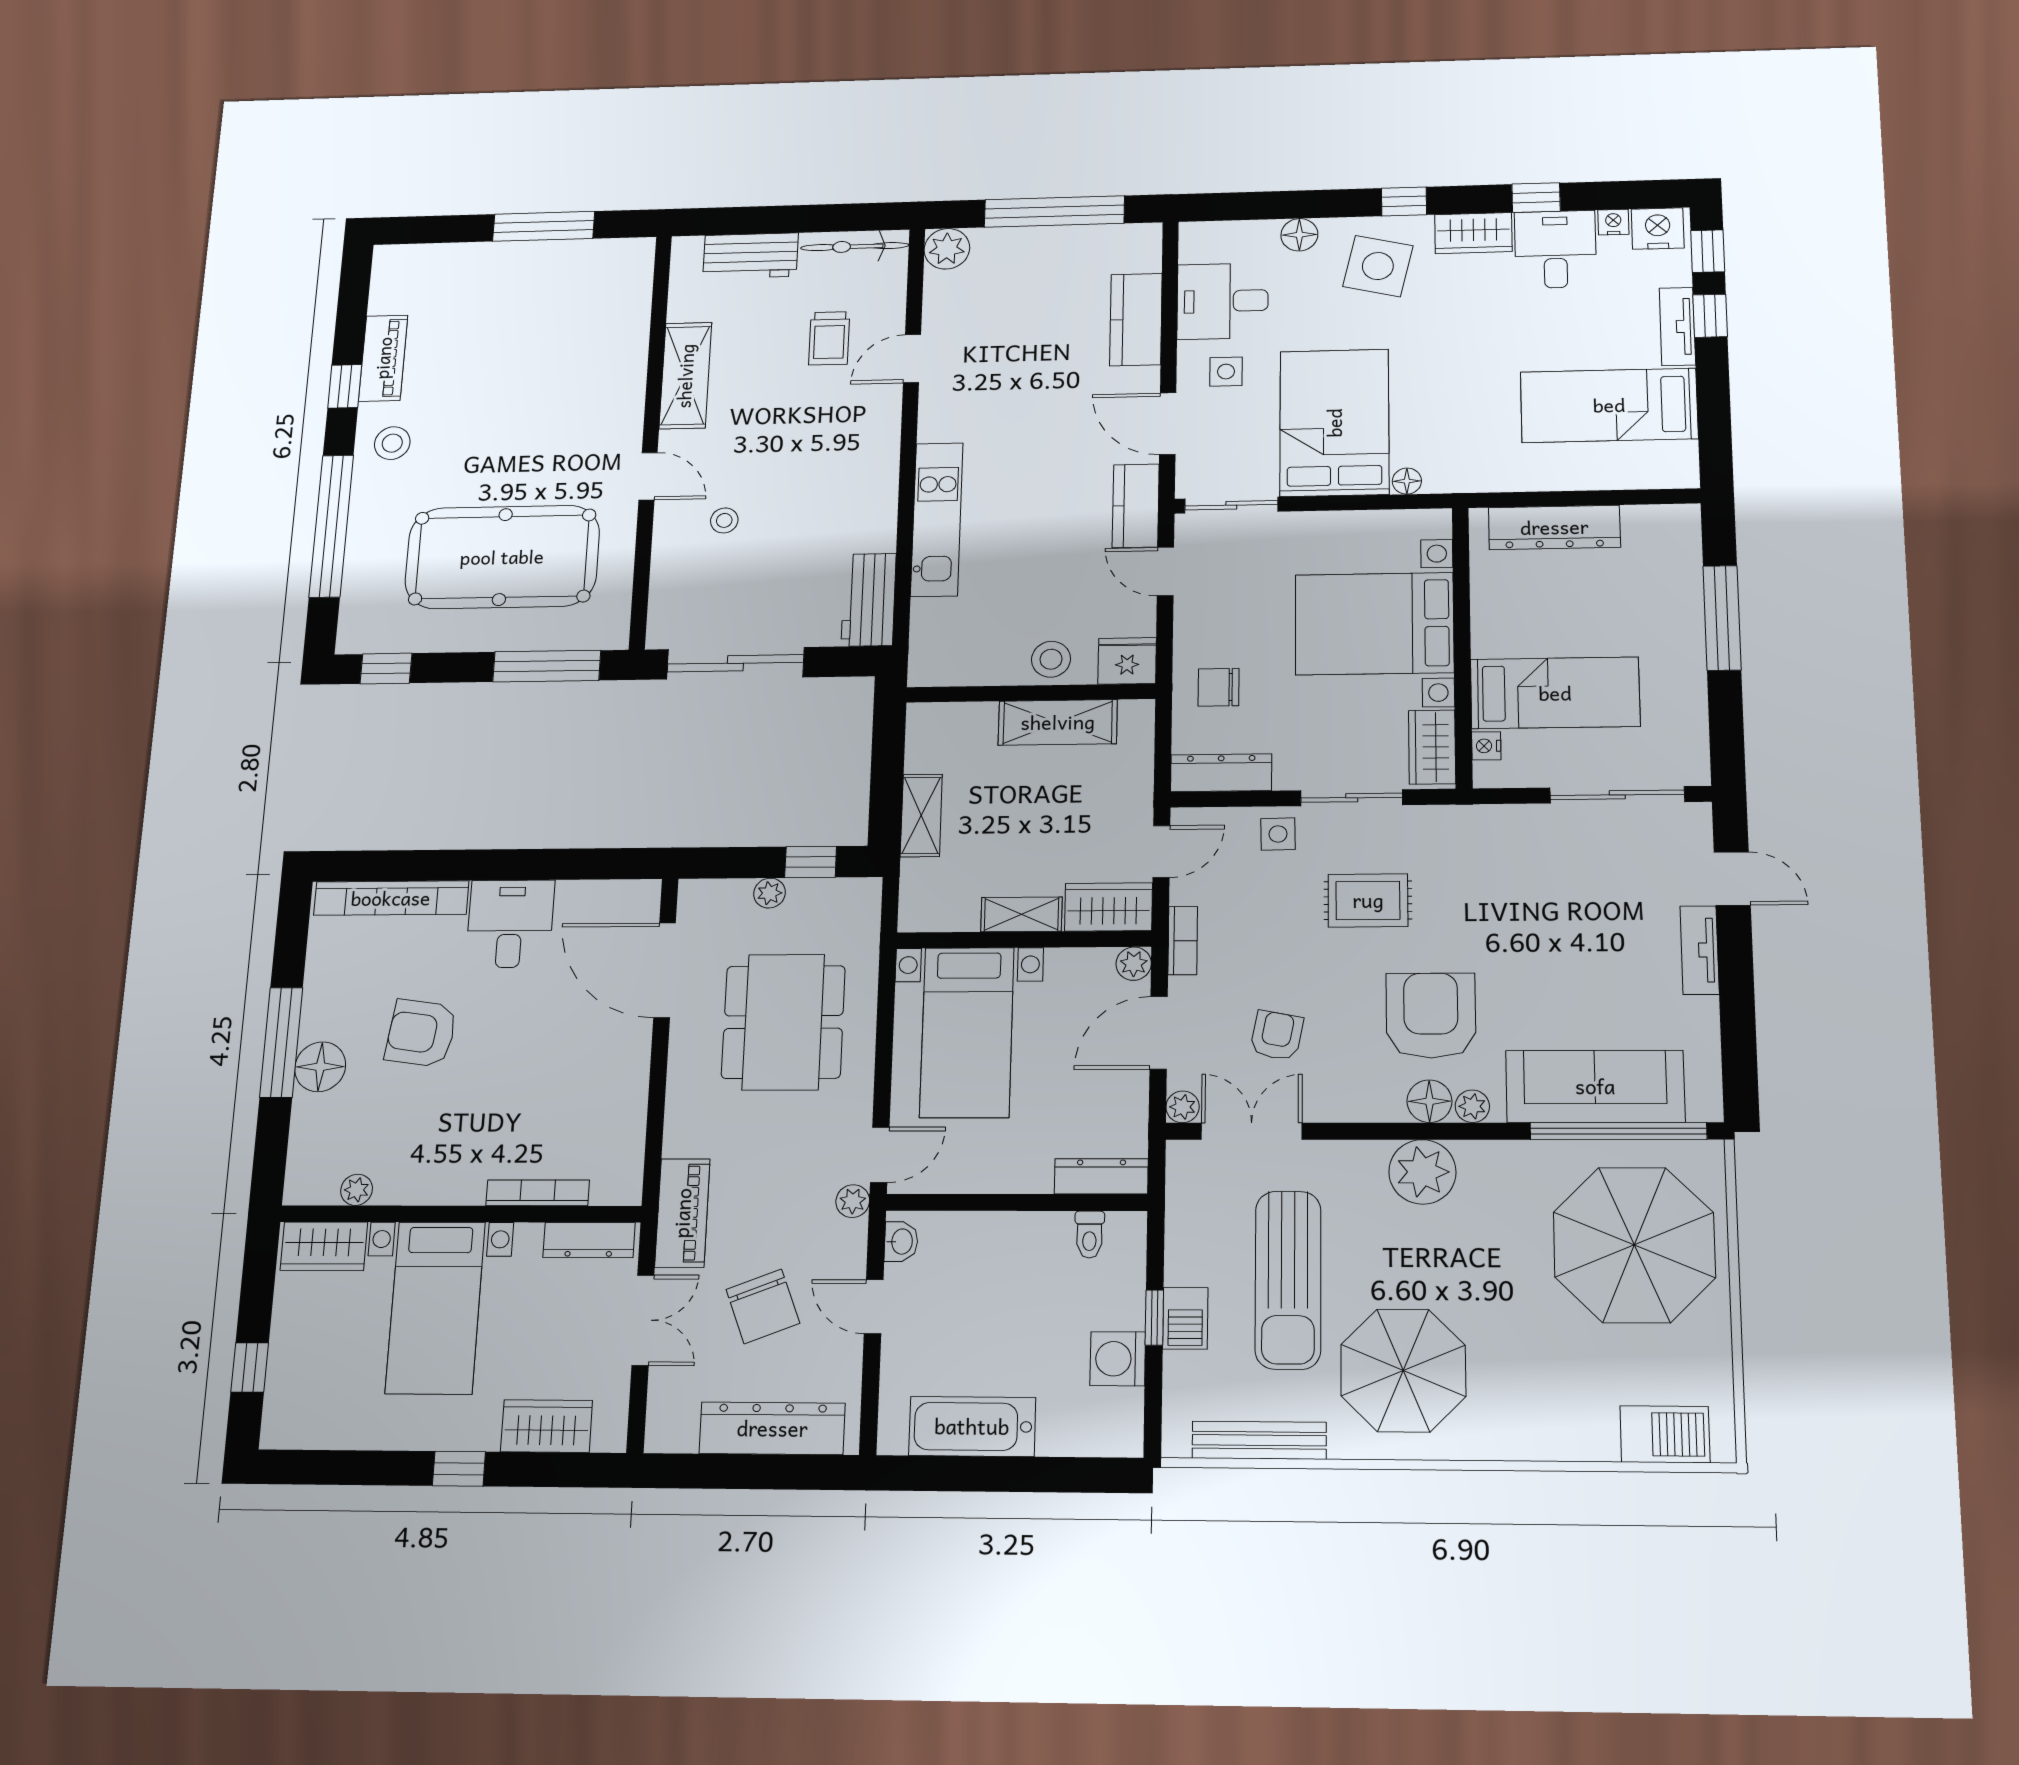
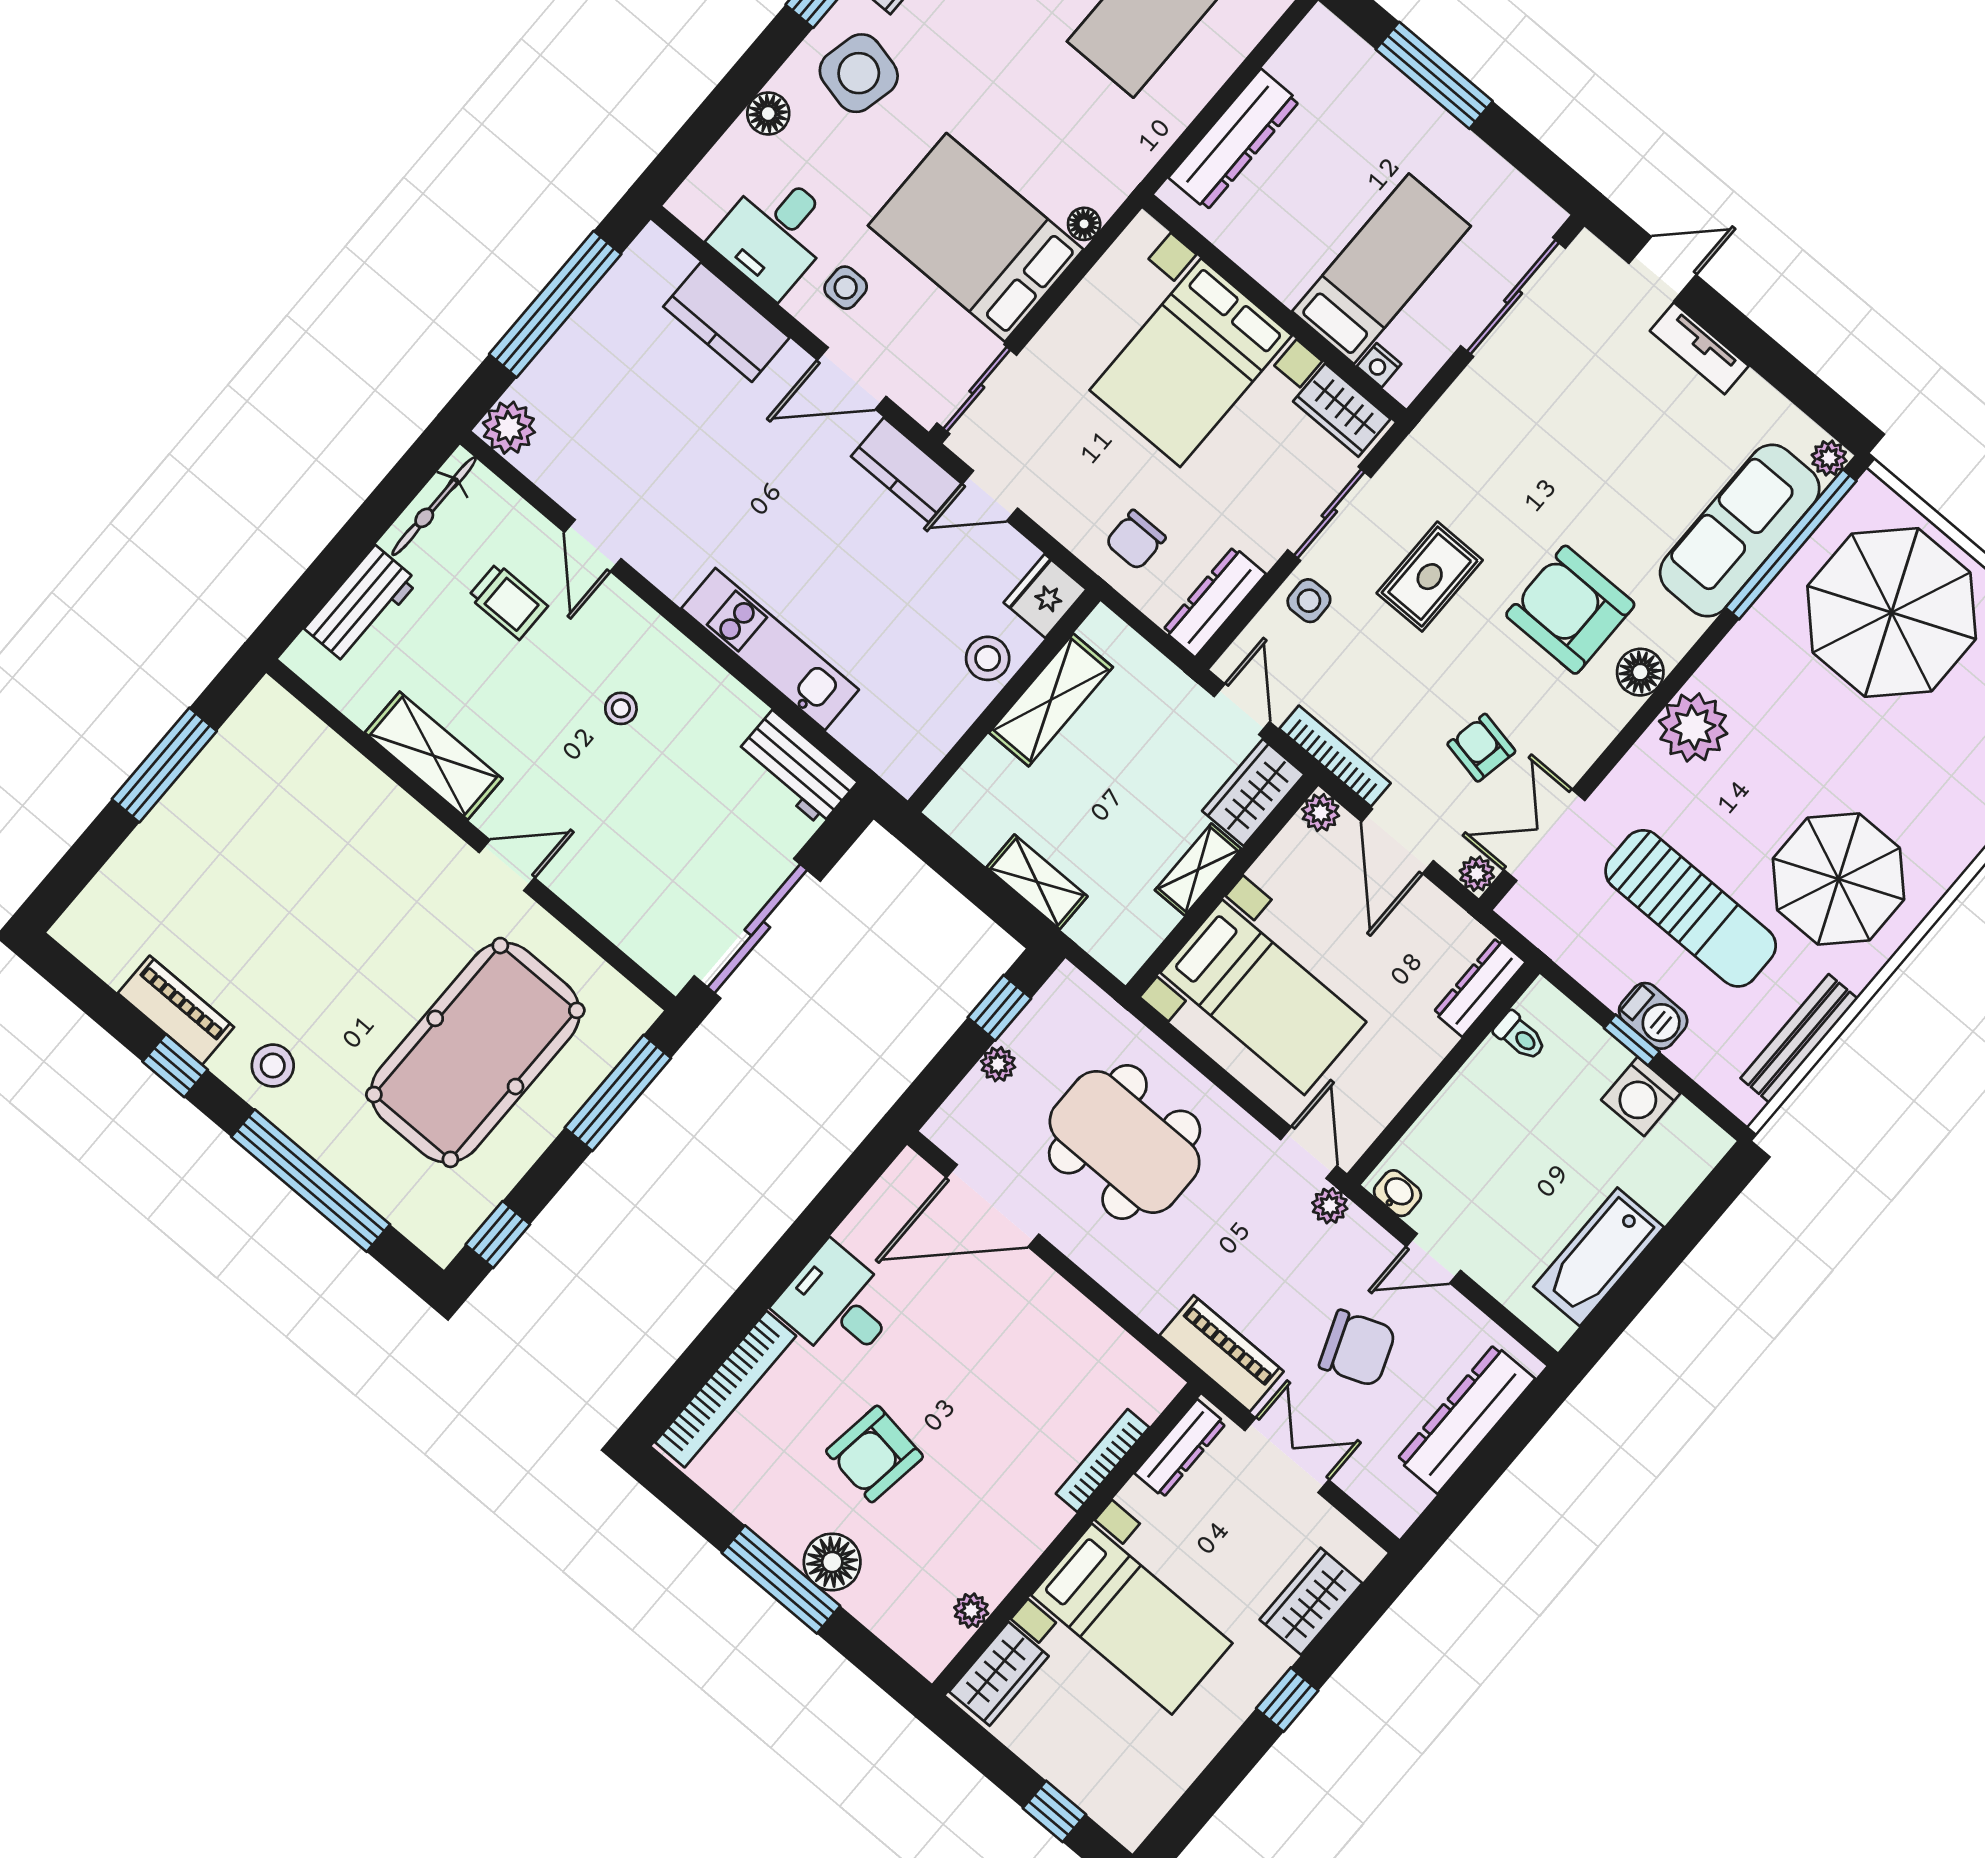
stool: (724, 520) -> (621, 708), moved
bookcase: (1183, 941) -> (1335, 756), width x1.56
plant: (1472, 1106) -> (1829, 458), moved

